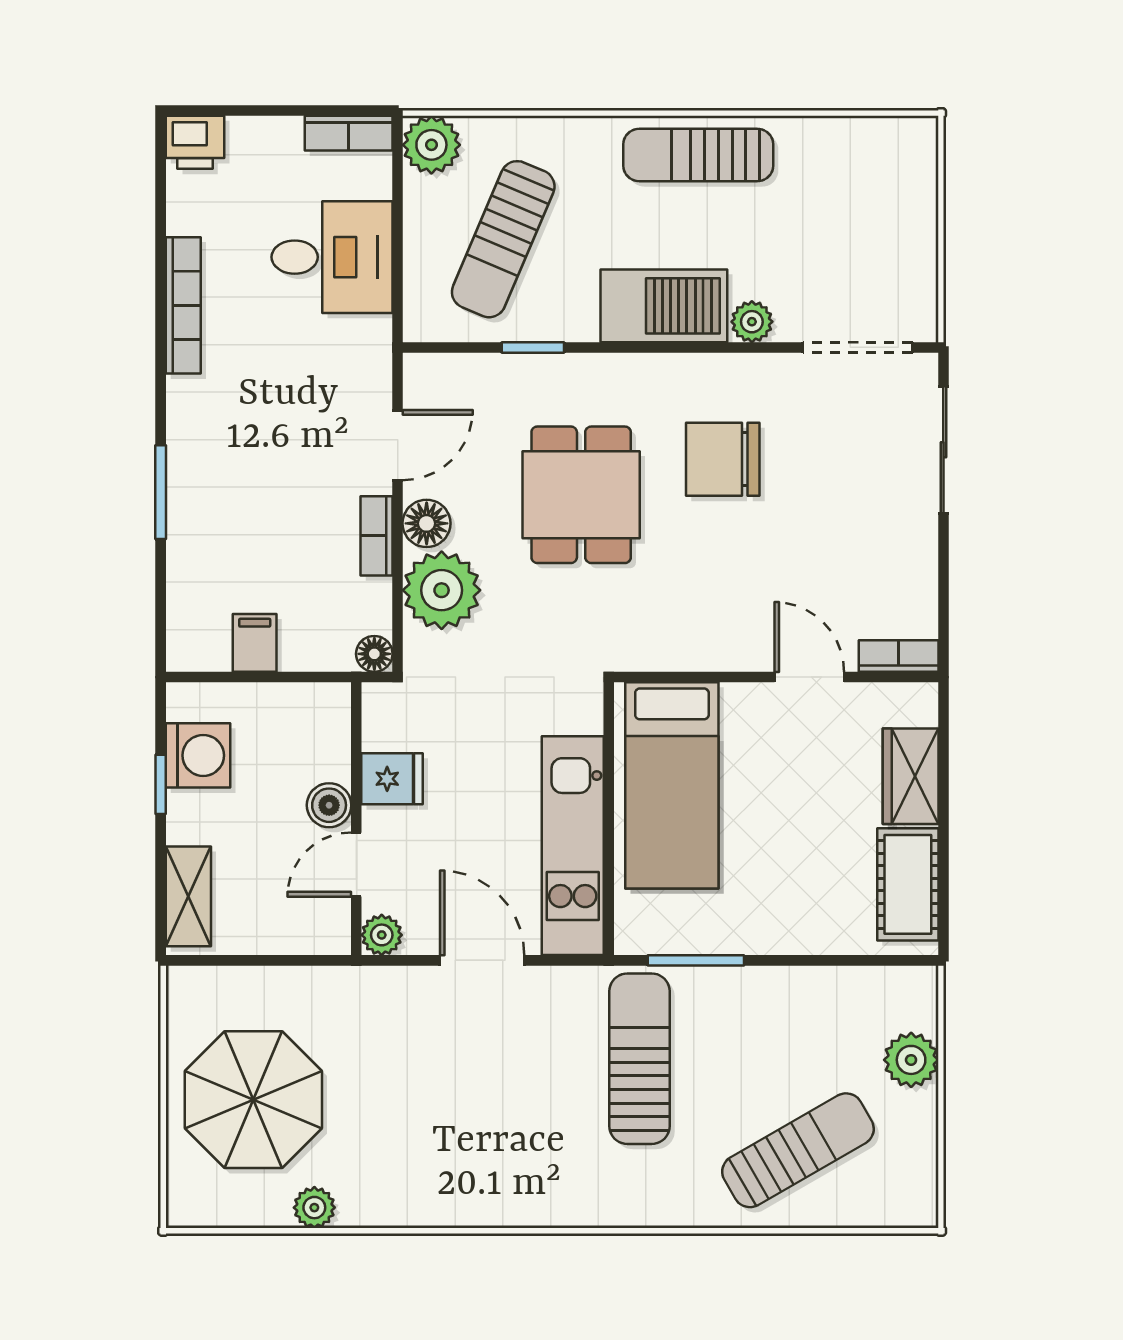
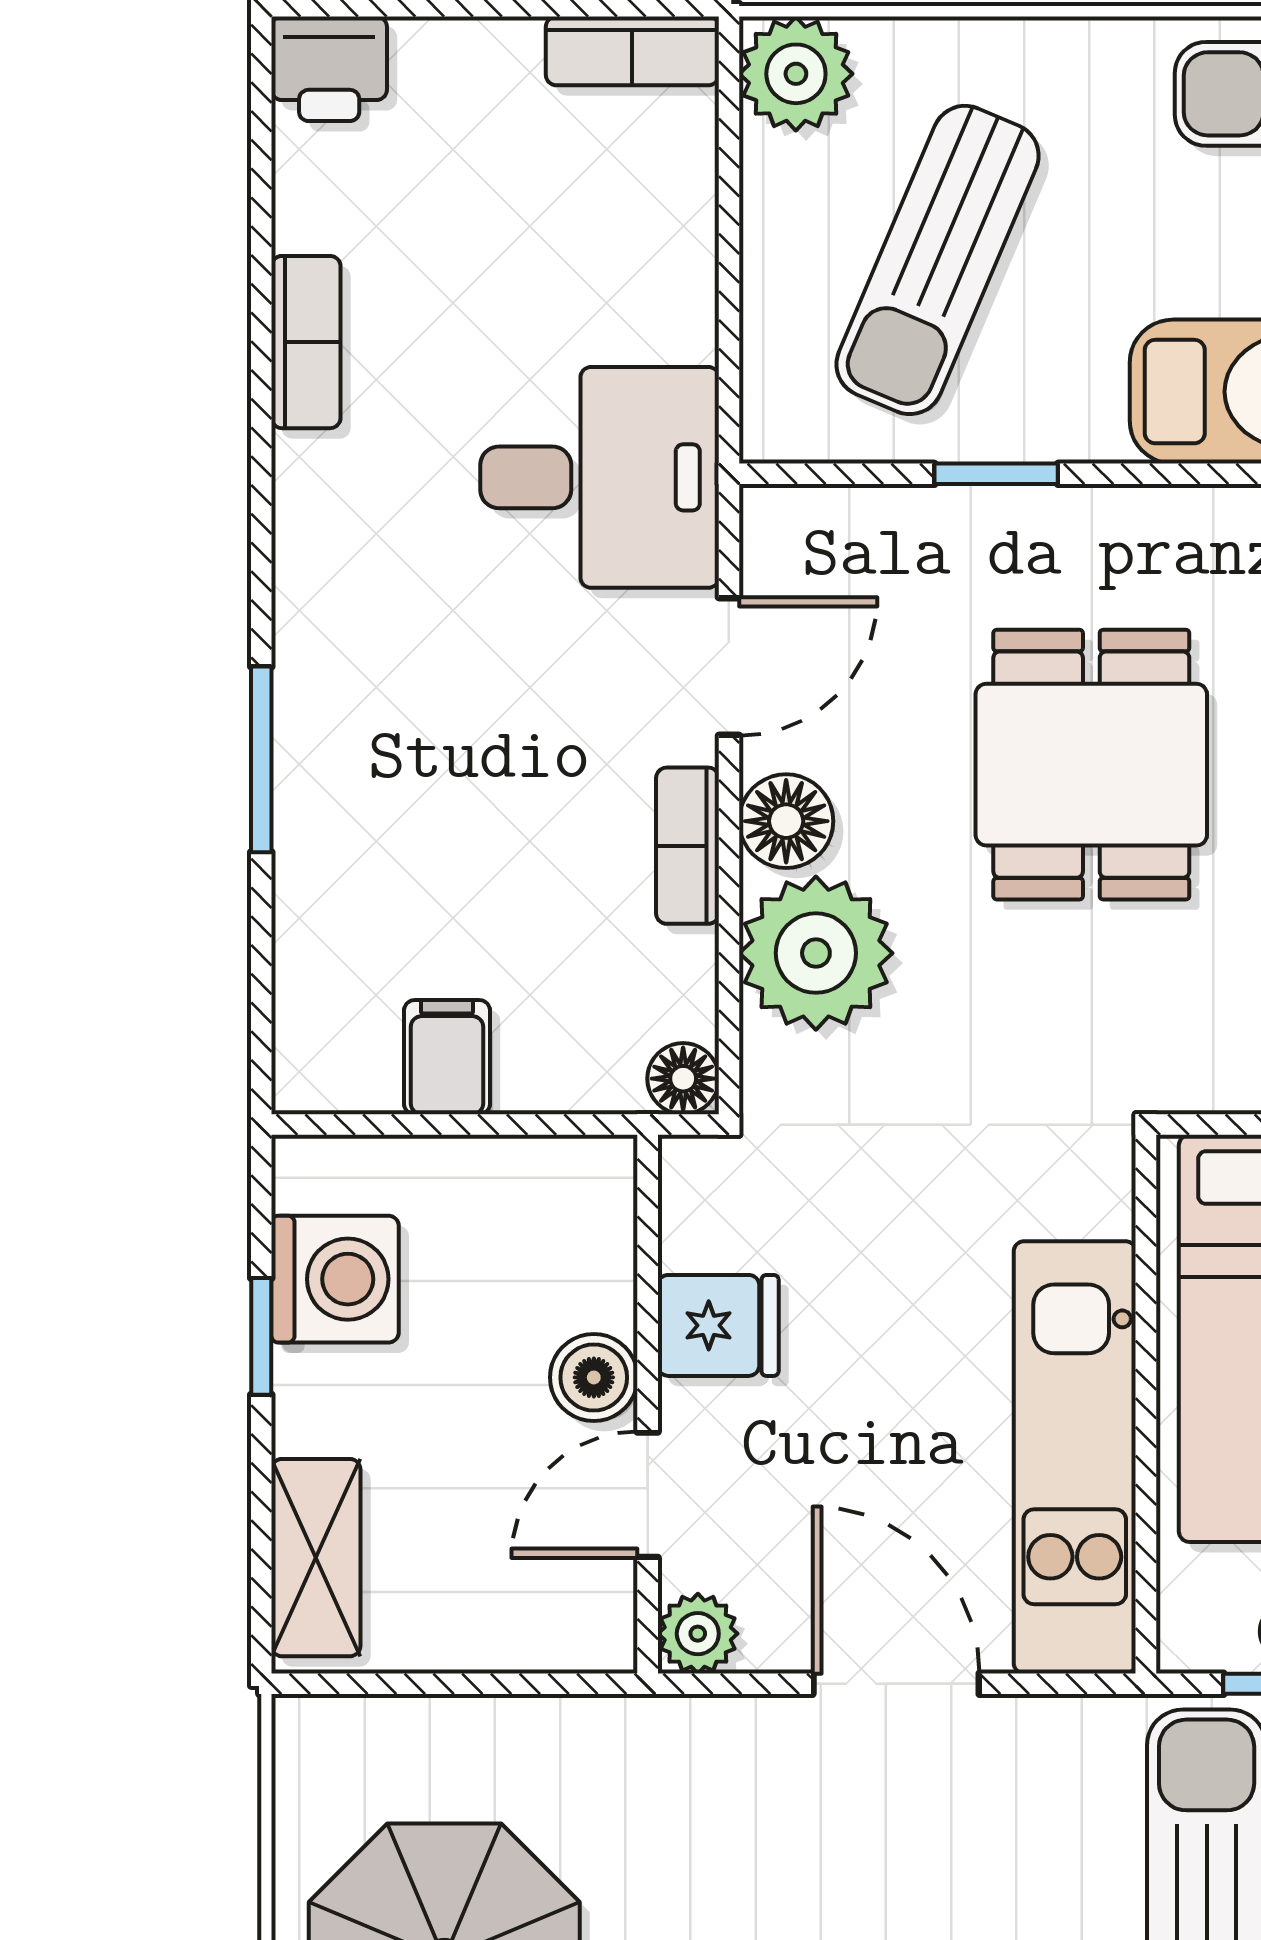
desk: (332, 257) -> (600, 477), moved
bookcase: (183, 305) -> (306, 342), width x0.64

